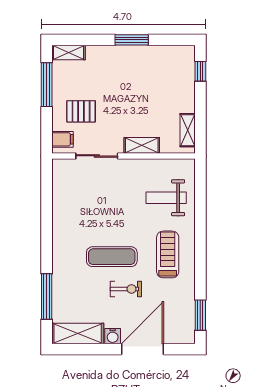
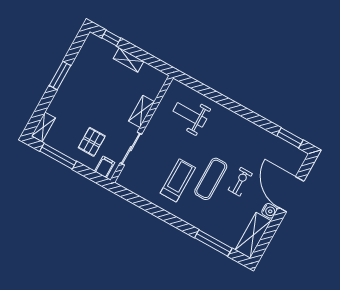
shelving: (188, 130) -> (128, 60), moved
weight bench: (166, 198) -> (190, 115), turned 90
treadmill: (168, 254) -> (178, 180), moved, turned 90

